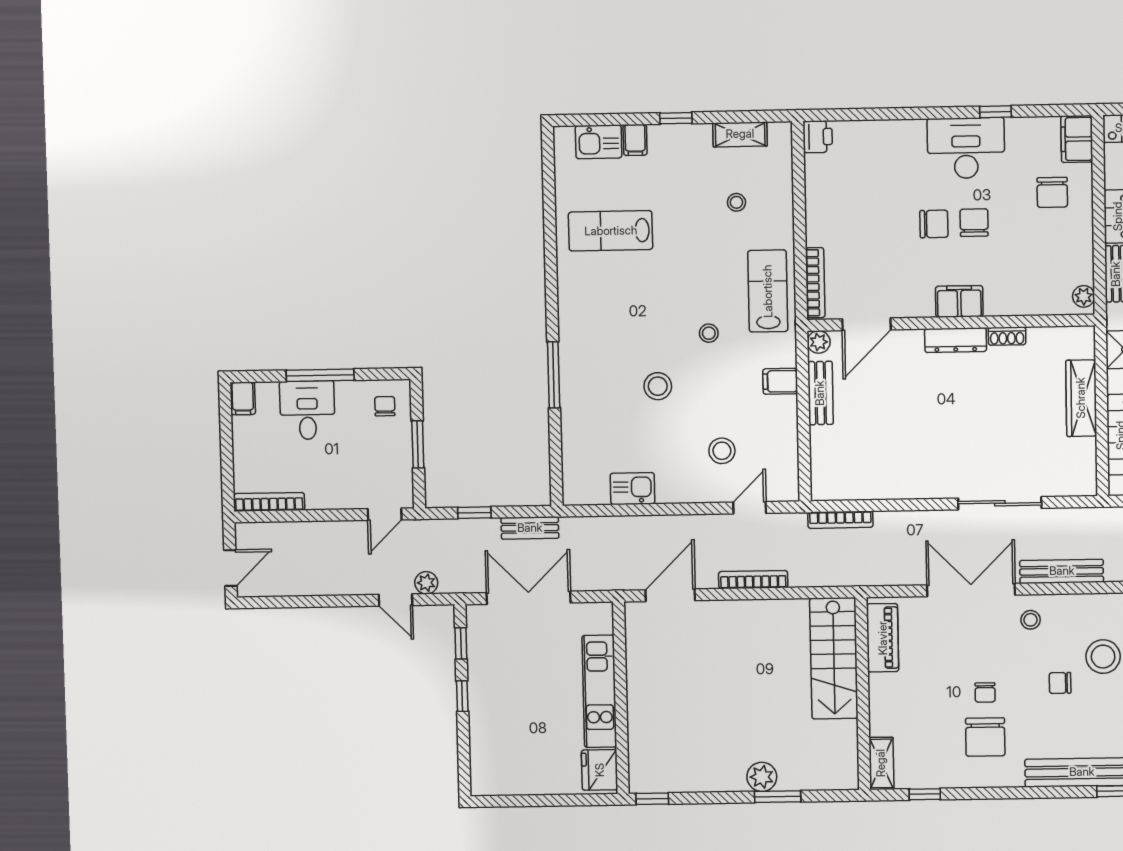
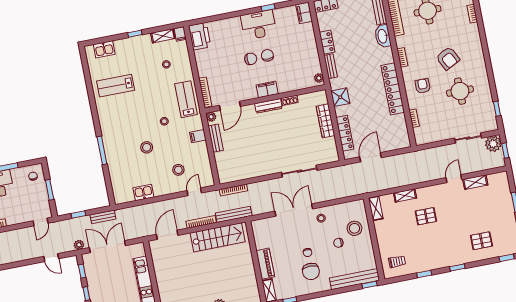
printer: (818, 137) -> (200, 36), width x1.87, depth x1.48
filing cabinet: (635, 140) -> (180, 34), moved
chair: (1052, 192) -> (298, 37), removed
bench: (1062, 571) -> (234, 214), moved
plant: (426, 583) -> (79, 245), moved
piano: (883, 638) -> (265, 264), moved
stairs: (834, 658) -> (218, 237), moved, turned -90

